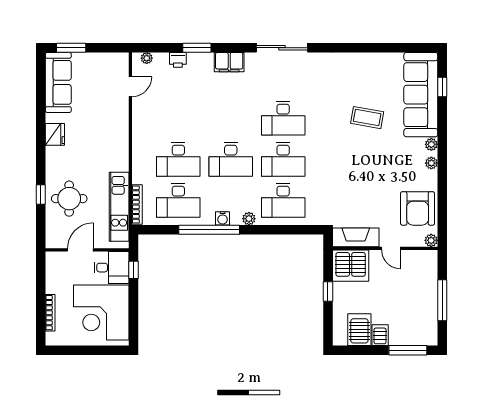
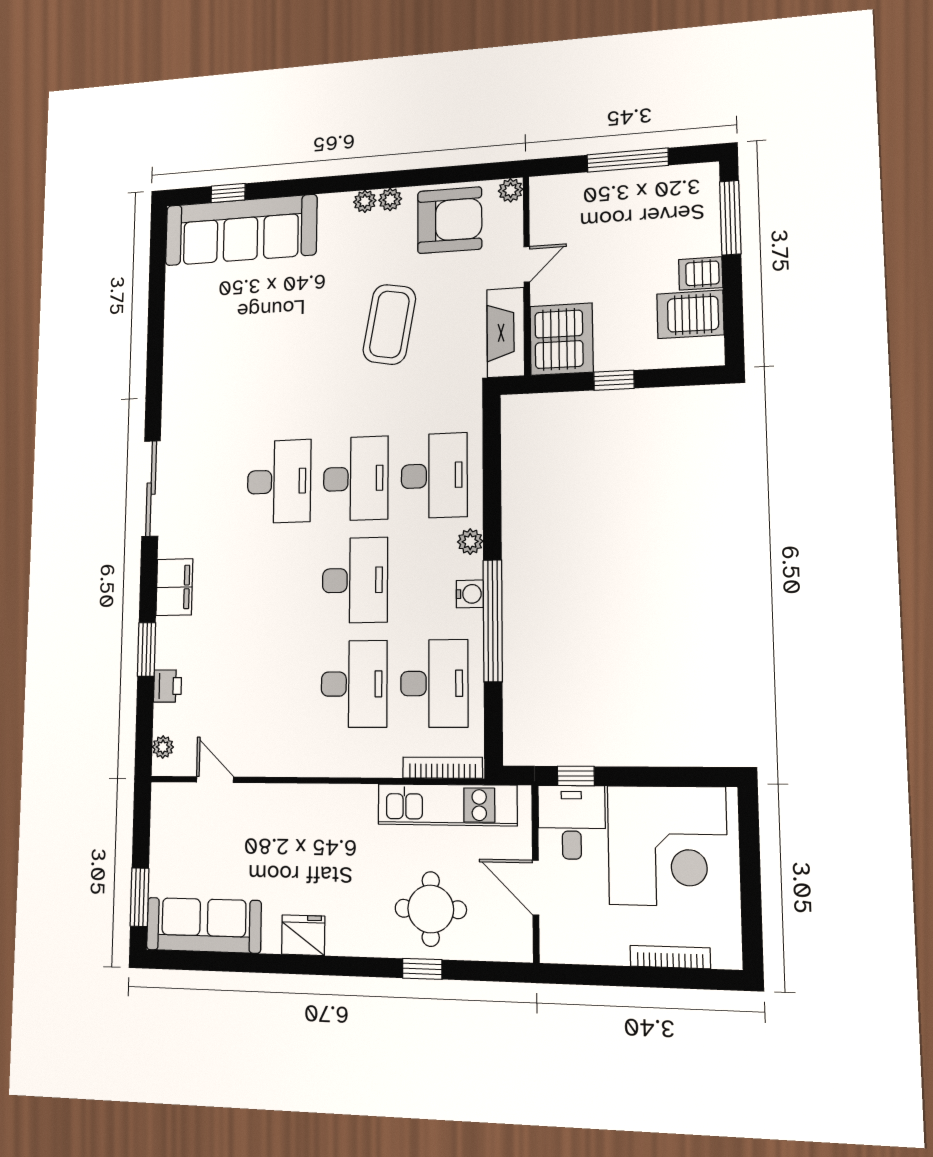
coffee table: (367, 118) -> (389, 324), moved, width x1.36, depth x1.32
plant: (431, 144) -> (390, 199), moved

